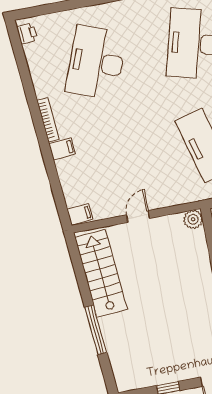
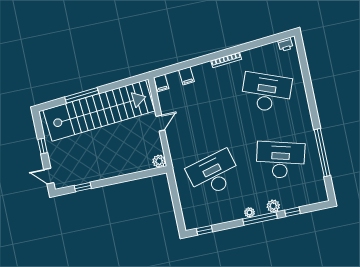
filing cabinet: (62, 149) -> (186, 76), moved
door: (138, 217) -> (160, 123), hinge flipped
stairs: (101, 273) -> (99, 111), width x1.86, depth x1.51

